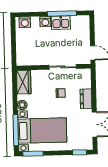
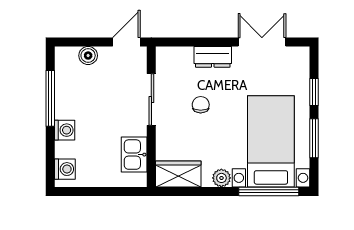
kitchen sink: (61, 23) -> (134, 155), moved, turned 180
boiler: (85, 33) -> (88, 56), added
window: (79, 152) -> (314, 92), moved
window: (33, 154) -> (314, 138), moved

